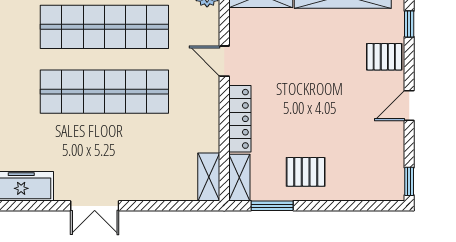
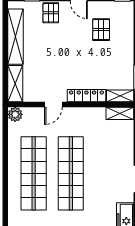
pallet: (306, 172) -> (101, 30), moved

